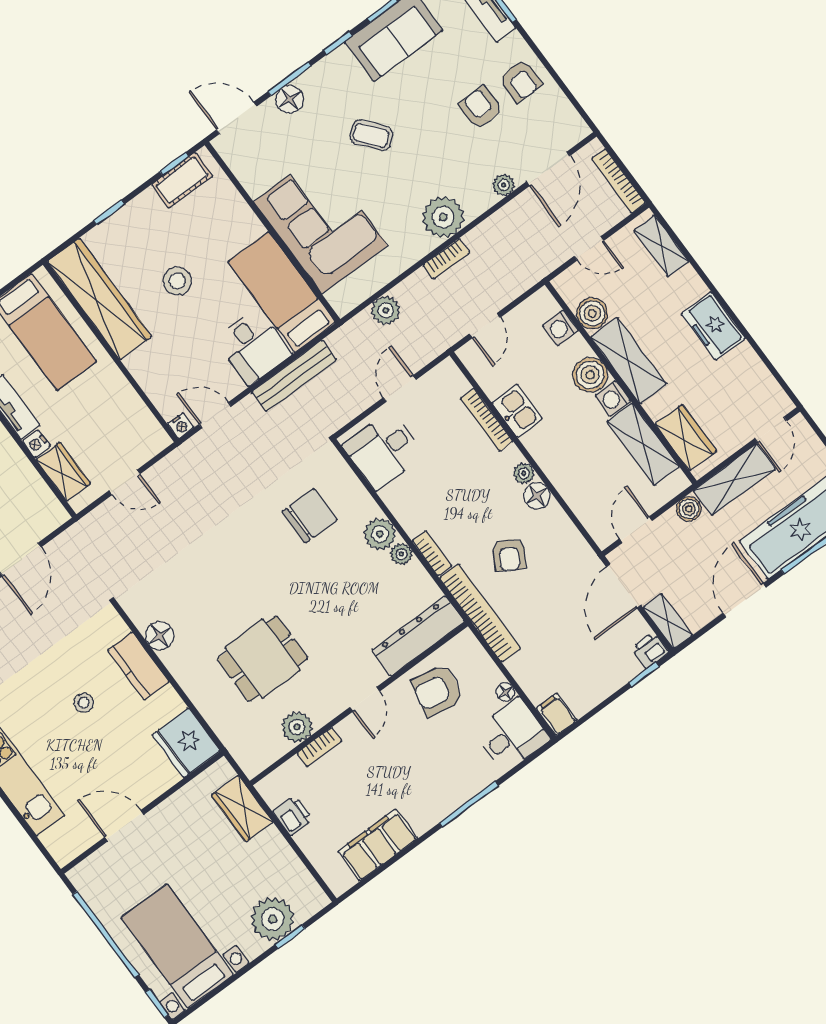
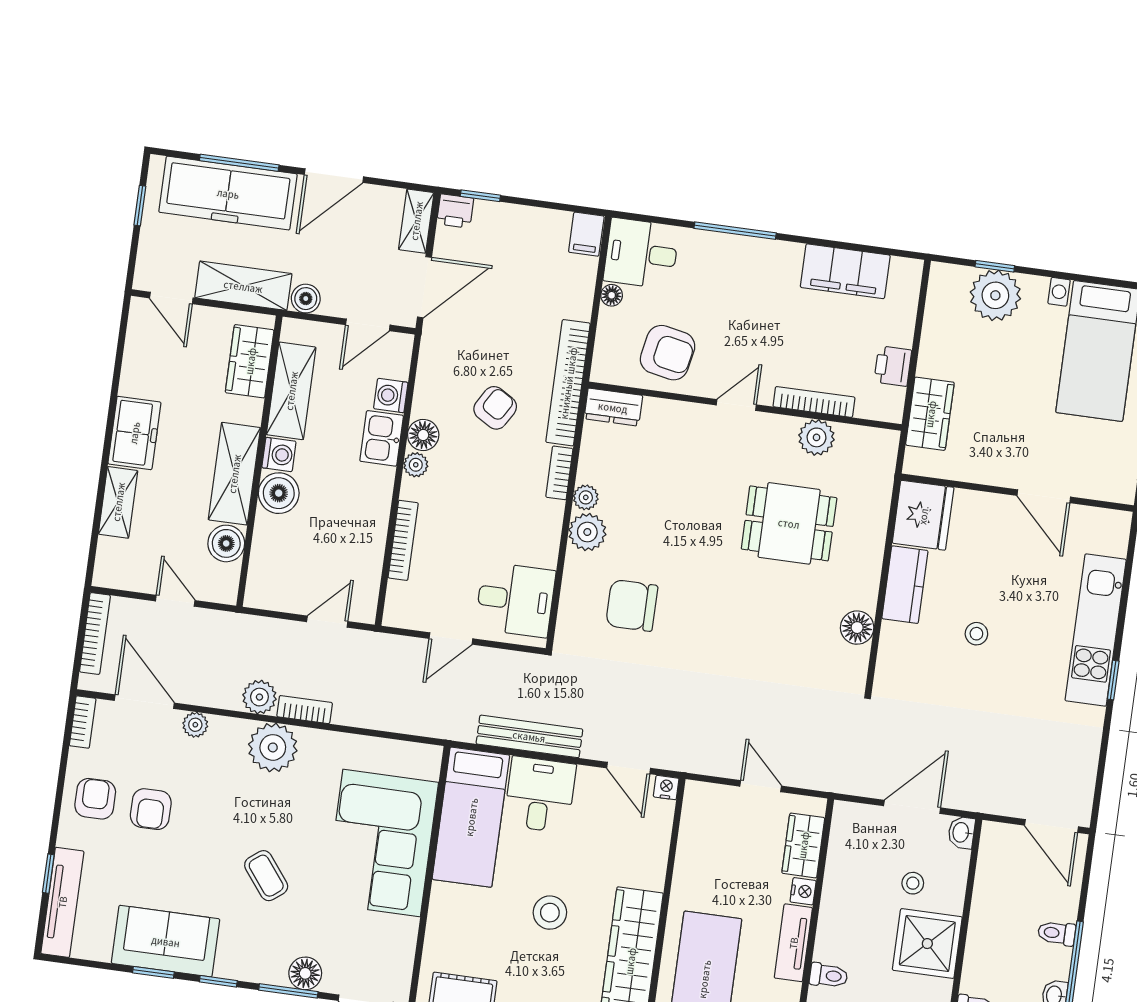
bookcase: (574, 120) -> (83, 722), added
door: (548, 169) -> (144, 702), hinge flipped
shelving: (661, 246) -> (118, 502), moved
plant: (386, 310) -> (259, 697), moved
washing machine: (561, 328) -> (391, 396), moved, turned 180
kitchen sink: (517, 411) -> (382, 438), moved
door: (771, 430) -> (171, 298), swing flipped
dresser: (418, 636) -> (613, 407), width x0.51, depth x0.80
kitchen counter: (138, 666) -> (905, 585), moved
bookcase: (319, 747) -> (814, 402), width x1.56

